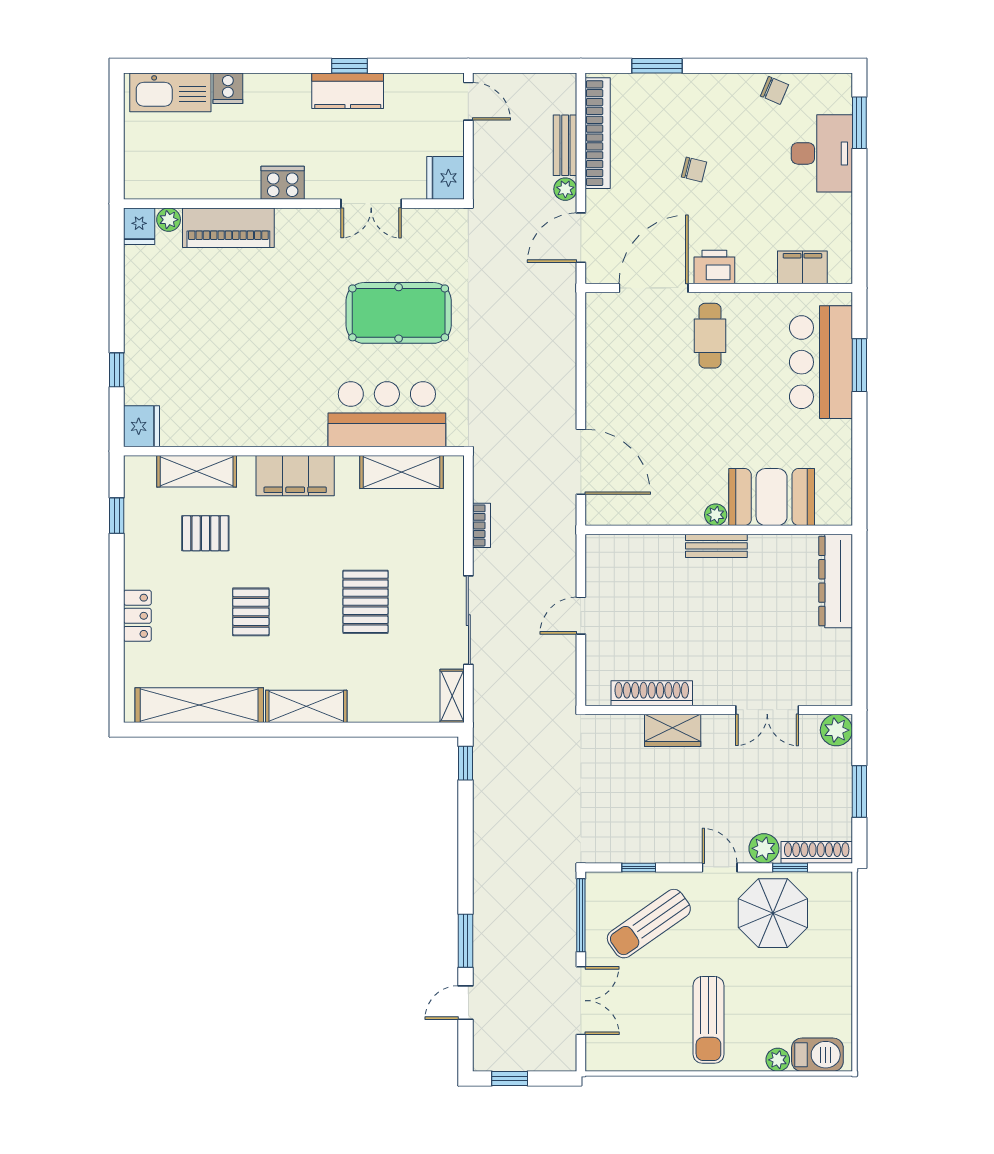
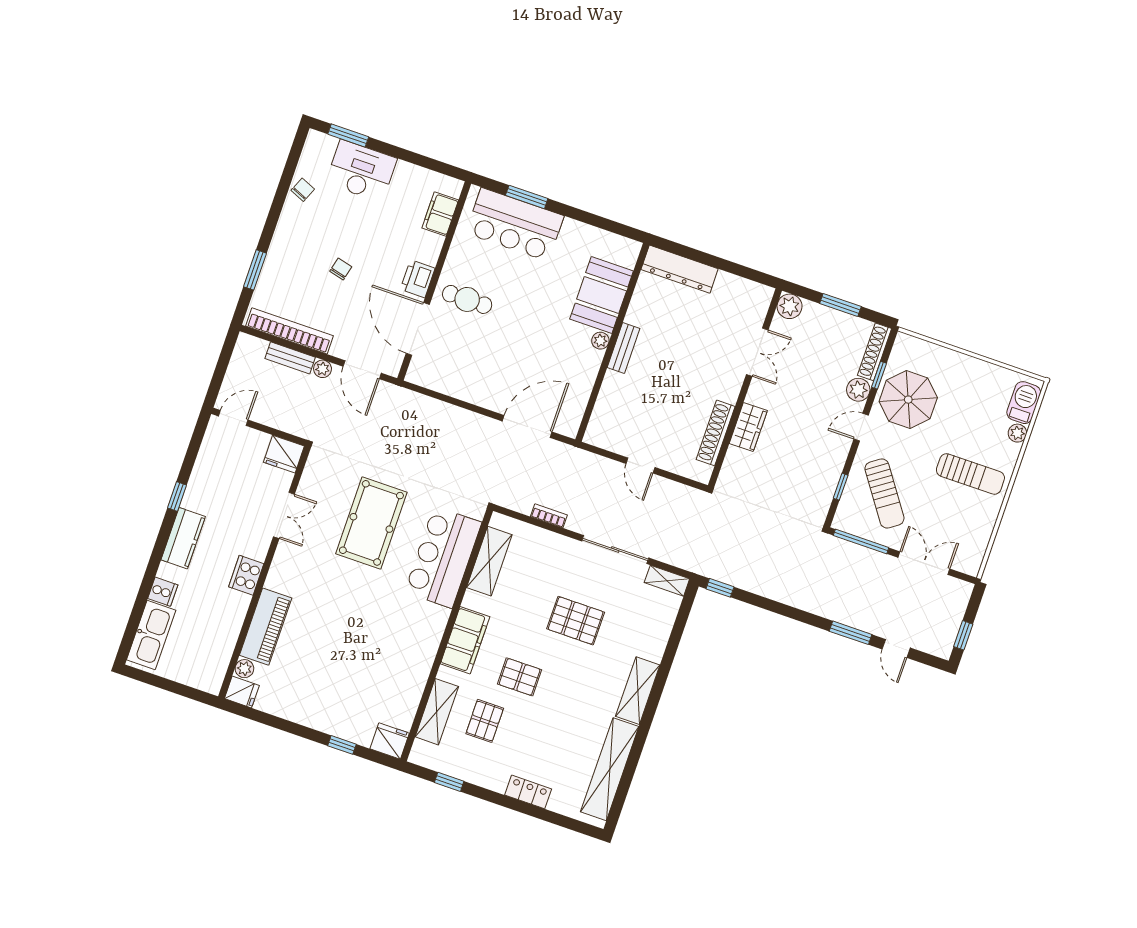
kitchen counter: (348, 91) -> (183, 538), moved
pallet: (251, 612) -> (520, 677), moved

